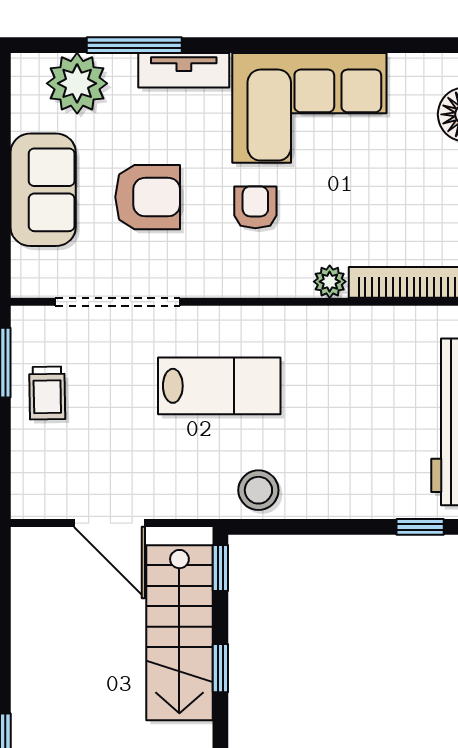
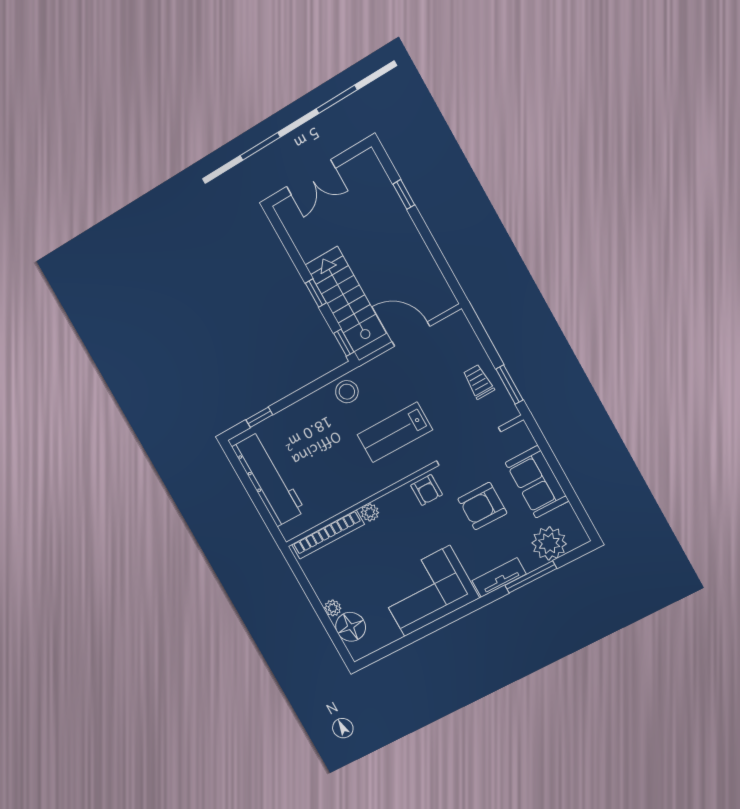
armchair: (255, 207) -> (427, 490), moved

